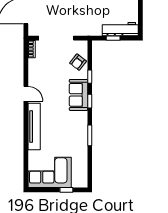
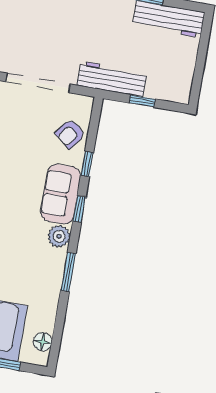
workbench: (120, 29) -> (112, 79), moved
plant: (82, 117) -> (59, 236), added
floor lamp: (83, 175) -> (43, 342), added

